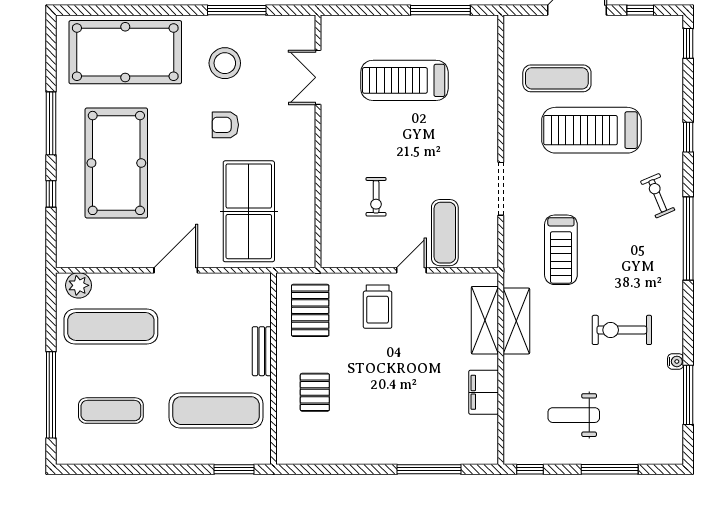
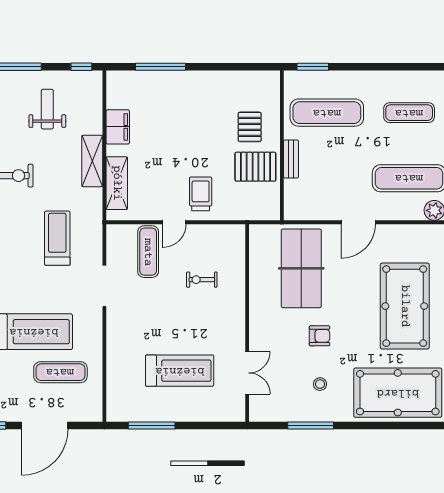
stool: (225, 63) -> (320, 384), width x0.53, depth x0.53
exercise bike: (376, 197) -> (202, 280), turned -90
pallet: (310, 310) -> (255, 167), moved, turned 90
shelving: (516, 321) -> (92, 161), moved
weight bench: (574, 415) -> (47, 109), turned -90

